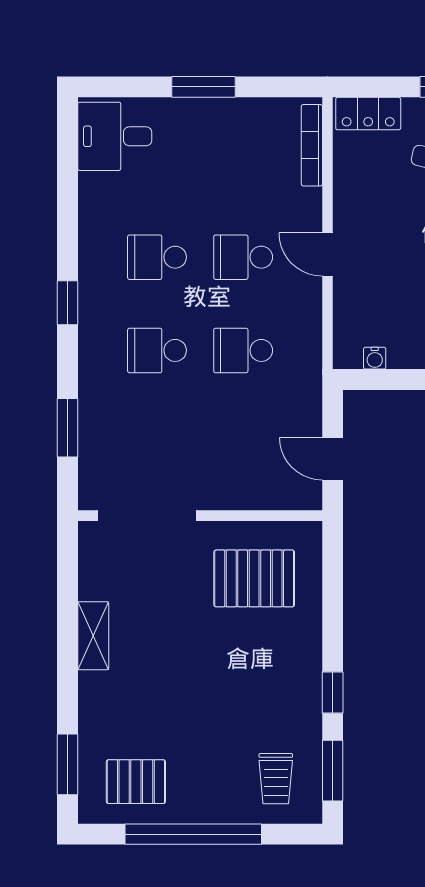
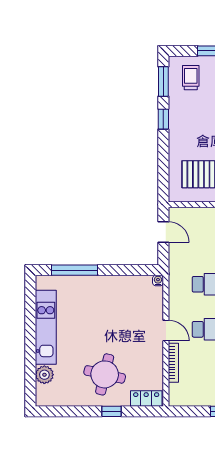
bookcase: (312, 145) -> (173, 363), moved
water cooler: (375, 358) -> (158, 281), moved

